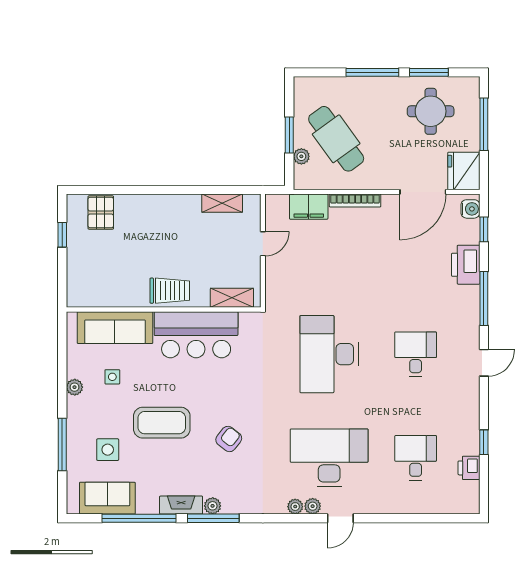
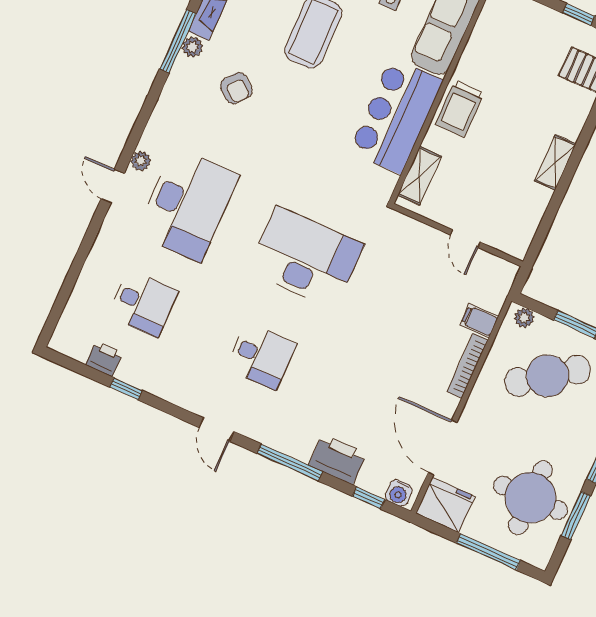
round table: (431, 111) -> (530, 498), width x1.36, depth x1.36
plant: (301, 156) -> (524, 318), moved
shelving: (222, 203) -> (555, 162), moved
filing cabinet: (309, 207) -> (479, 321), width x0.50
armchair: (229, 439) -> (236, 88), moved
plant: (295, 507) -> (149, 141), removed

